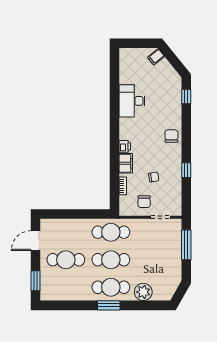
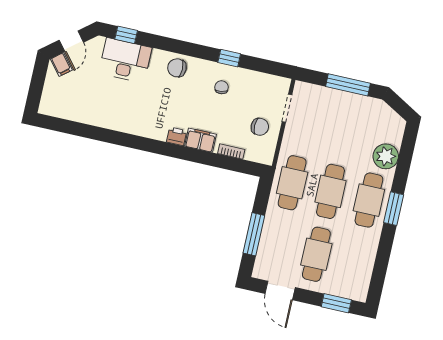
door: (173, 60) -> (71, 41), added
desk: (132, 101) -> (125, 60), moved, turned 180
chair: (154, 177) -> (222, 87), moved
window: (70, 214) -> (254, 234), added
window: (186, 245) -> (348, 85), moved

